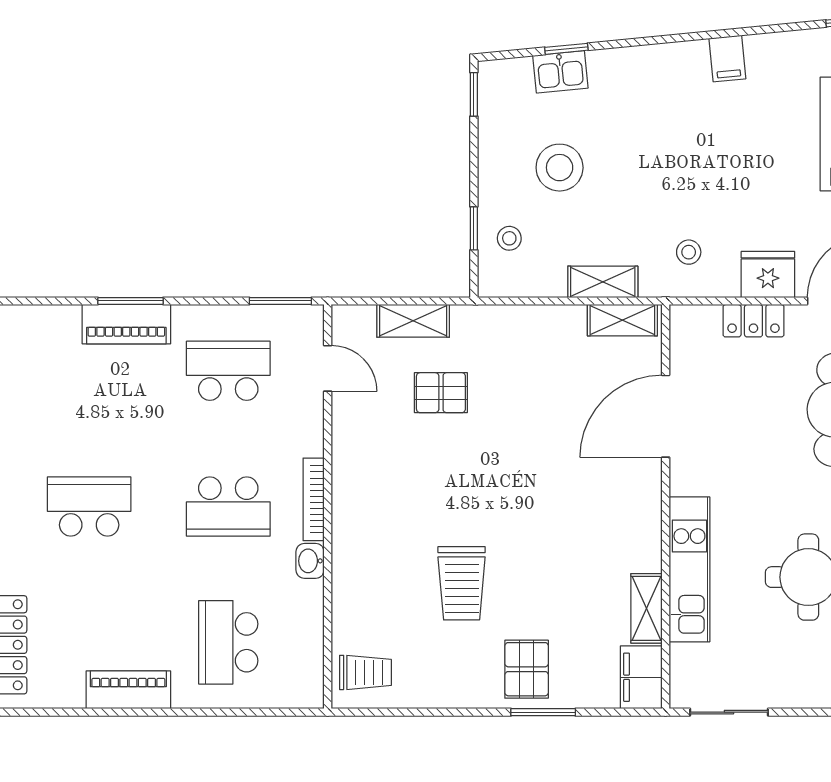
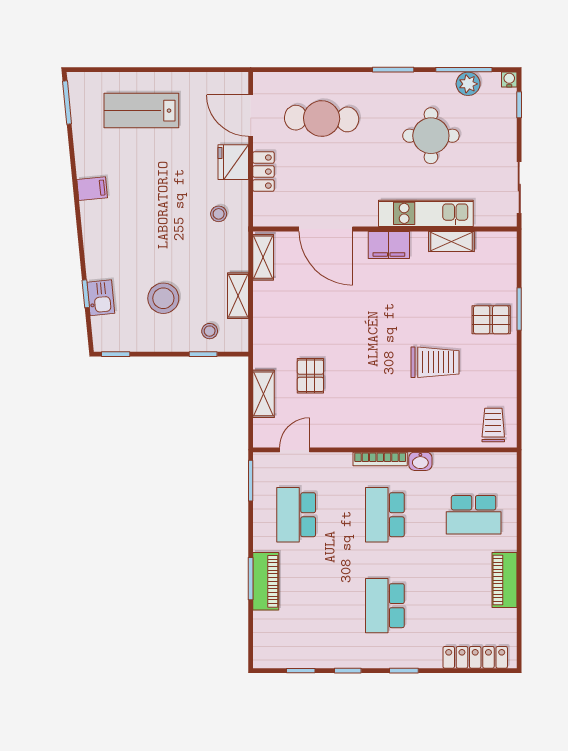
shelving: (603, 282) -> (238, 296), moved
school desk: (228, 507) -> (385, 515), turned 180
filing cabinet: (641, 677) -> (389, 245), moved

